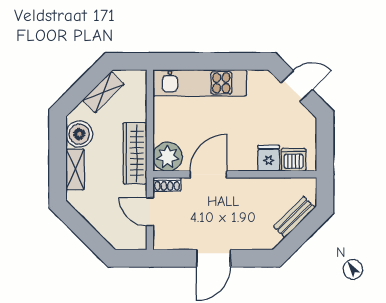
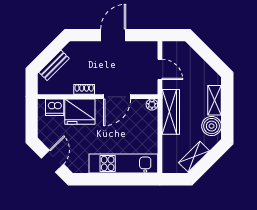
door: (297, 86) -> (52, 161), swing flipped
plant: (168, 157) -> (152, 105), width x0.53, depth x0.53
fridge: (269, 158) -> (80, 112), width x1.88, depth x1.34
shoe rack: (167, 184) -> (84, 89), moved

